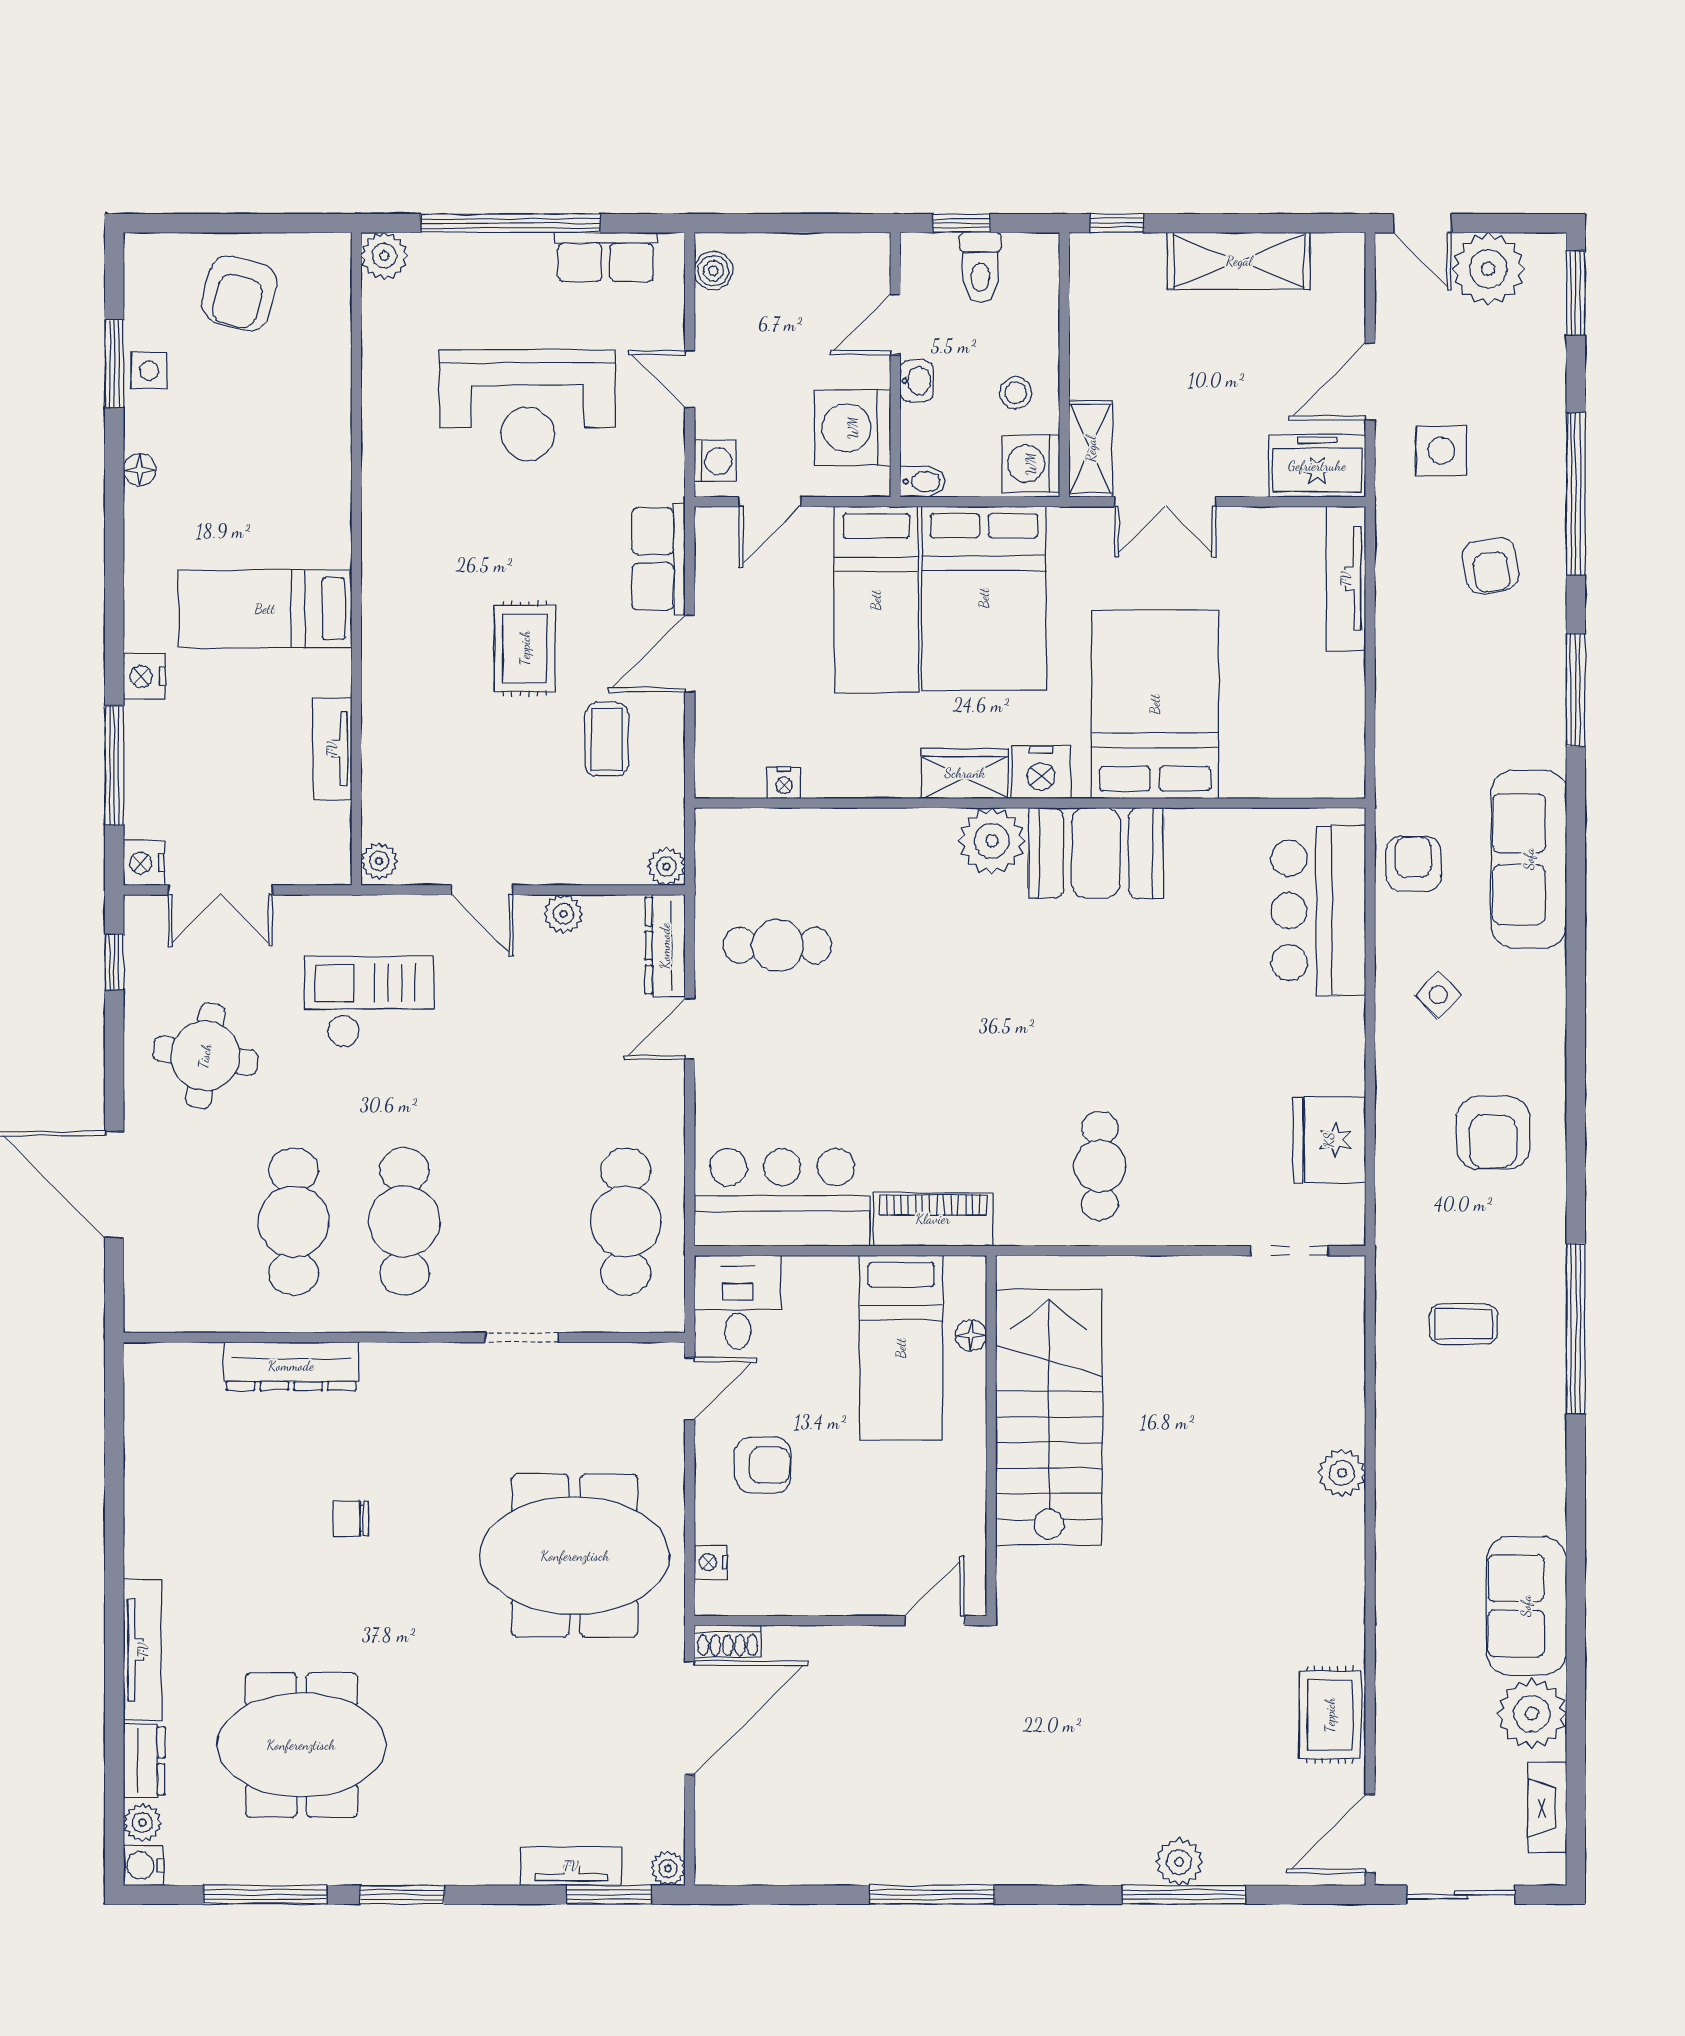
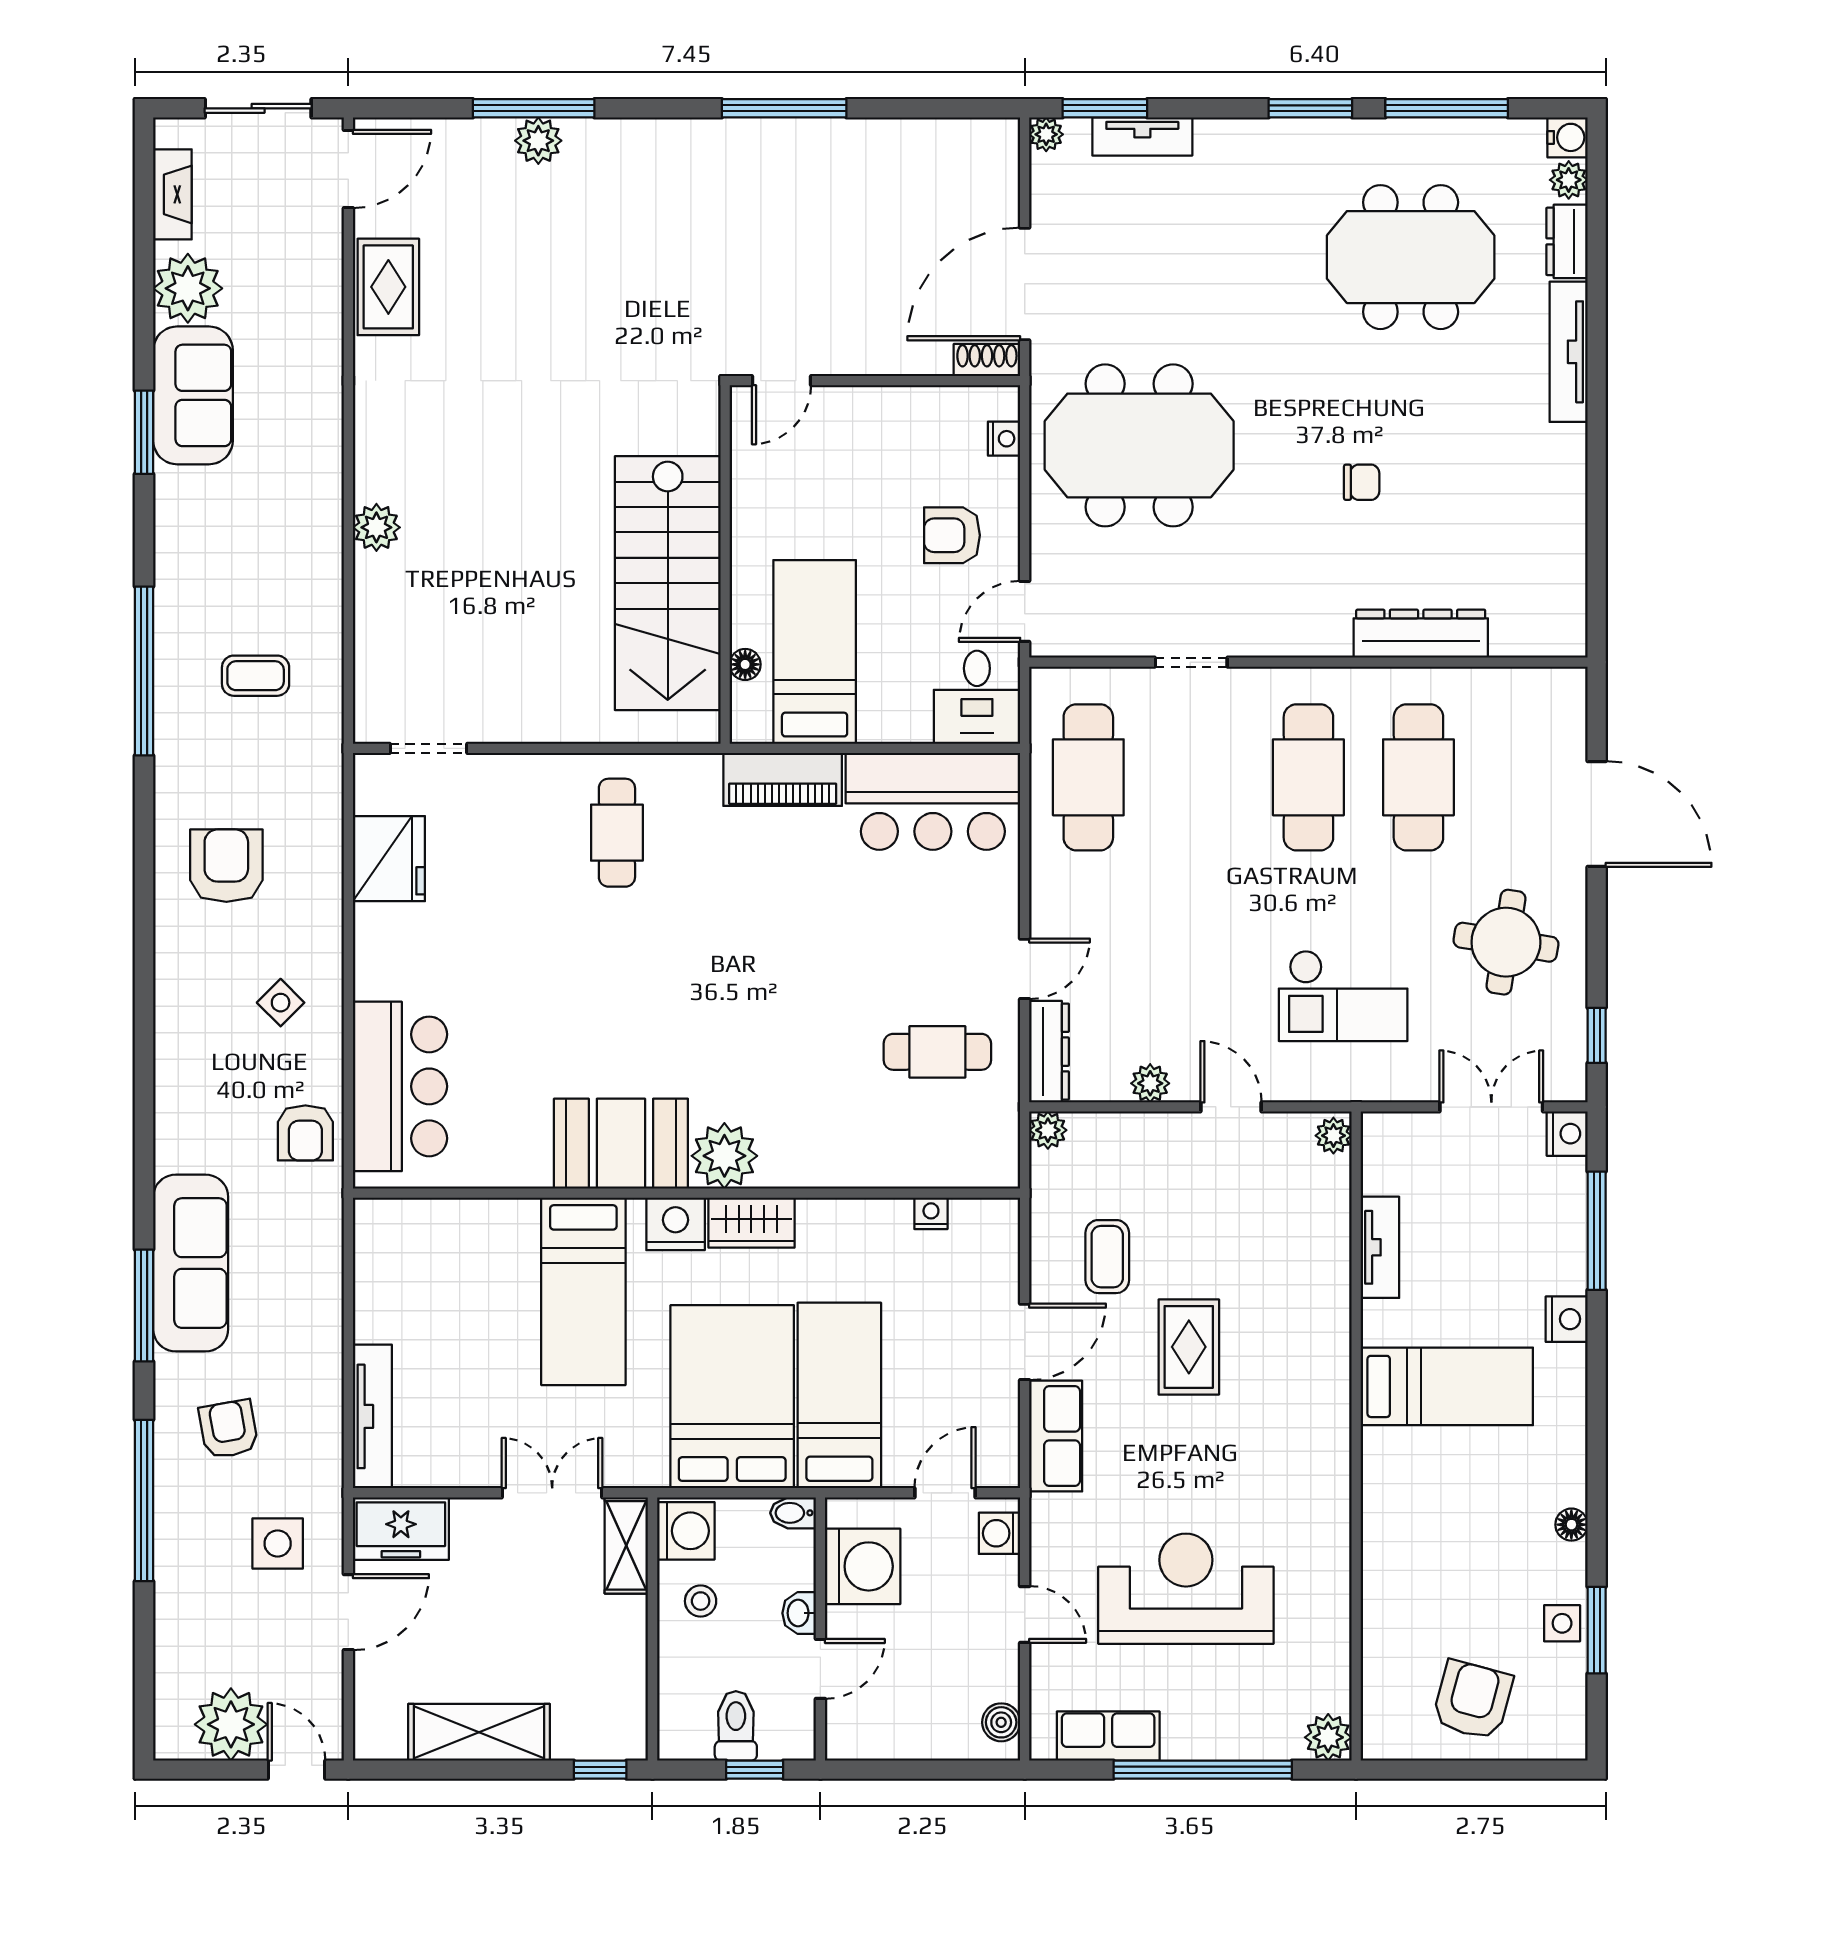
window: (1576, 293) -> (144, 432), moved
bed: (1155, 704) -> (583, 1291), width x0.67
sofa: (1529, 859) -> (191, 1263), moved

